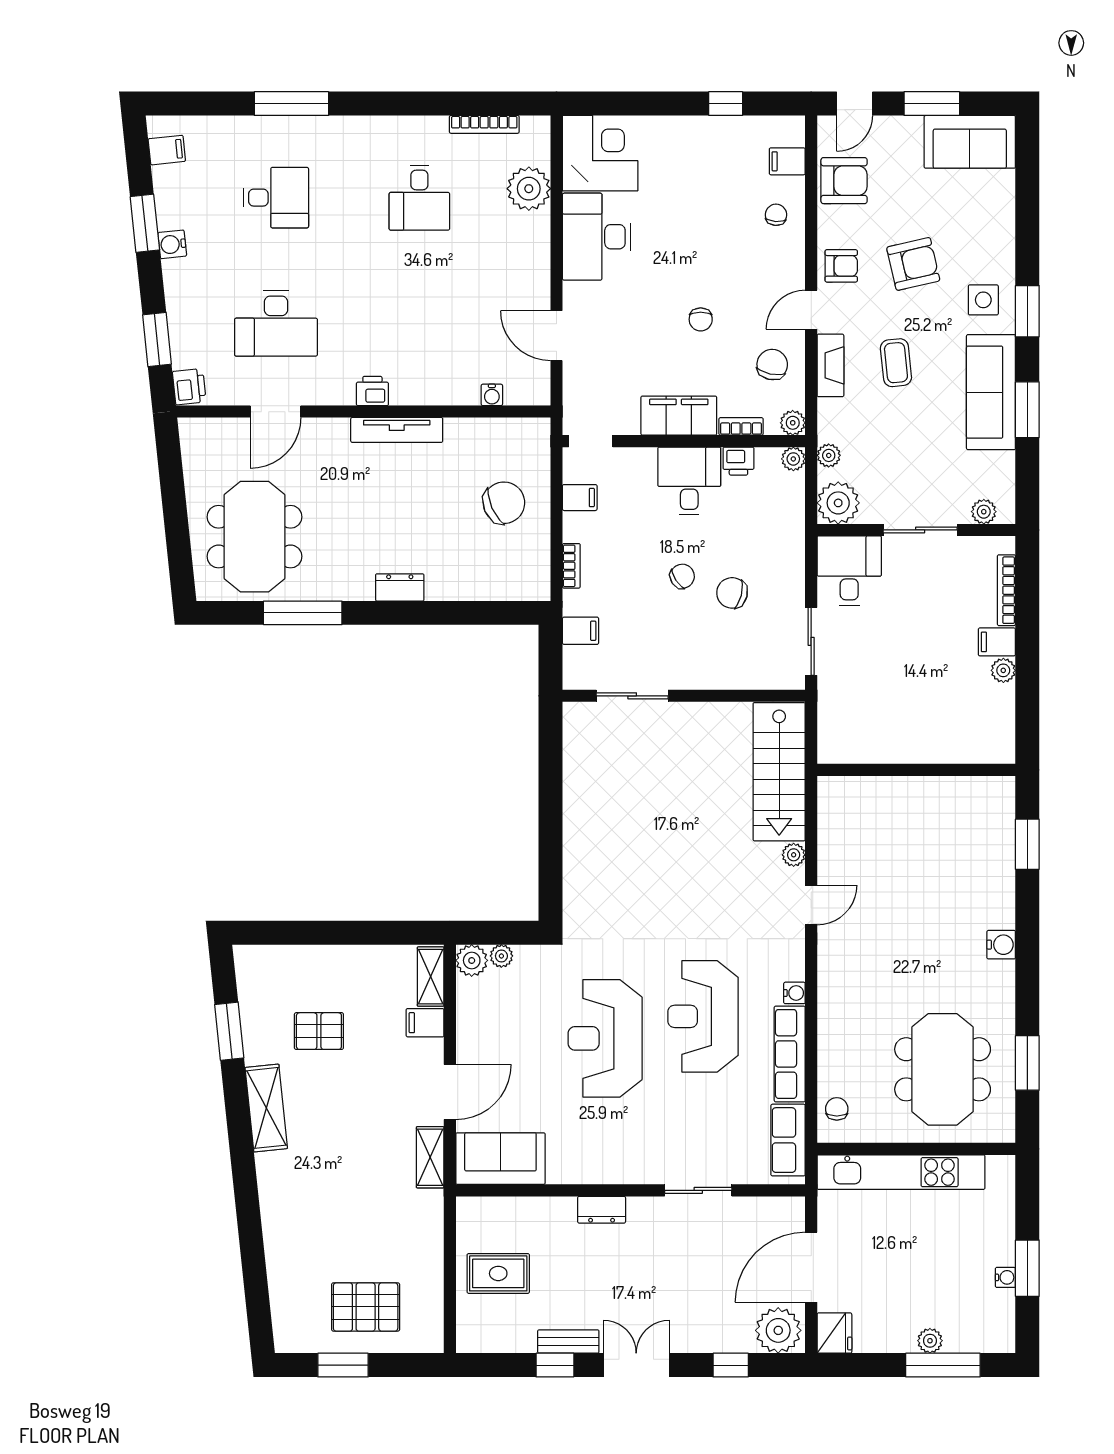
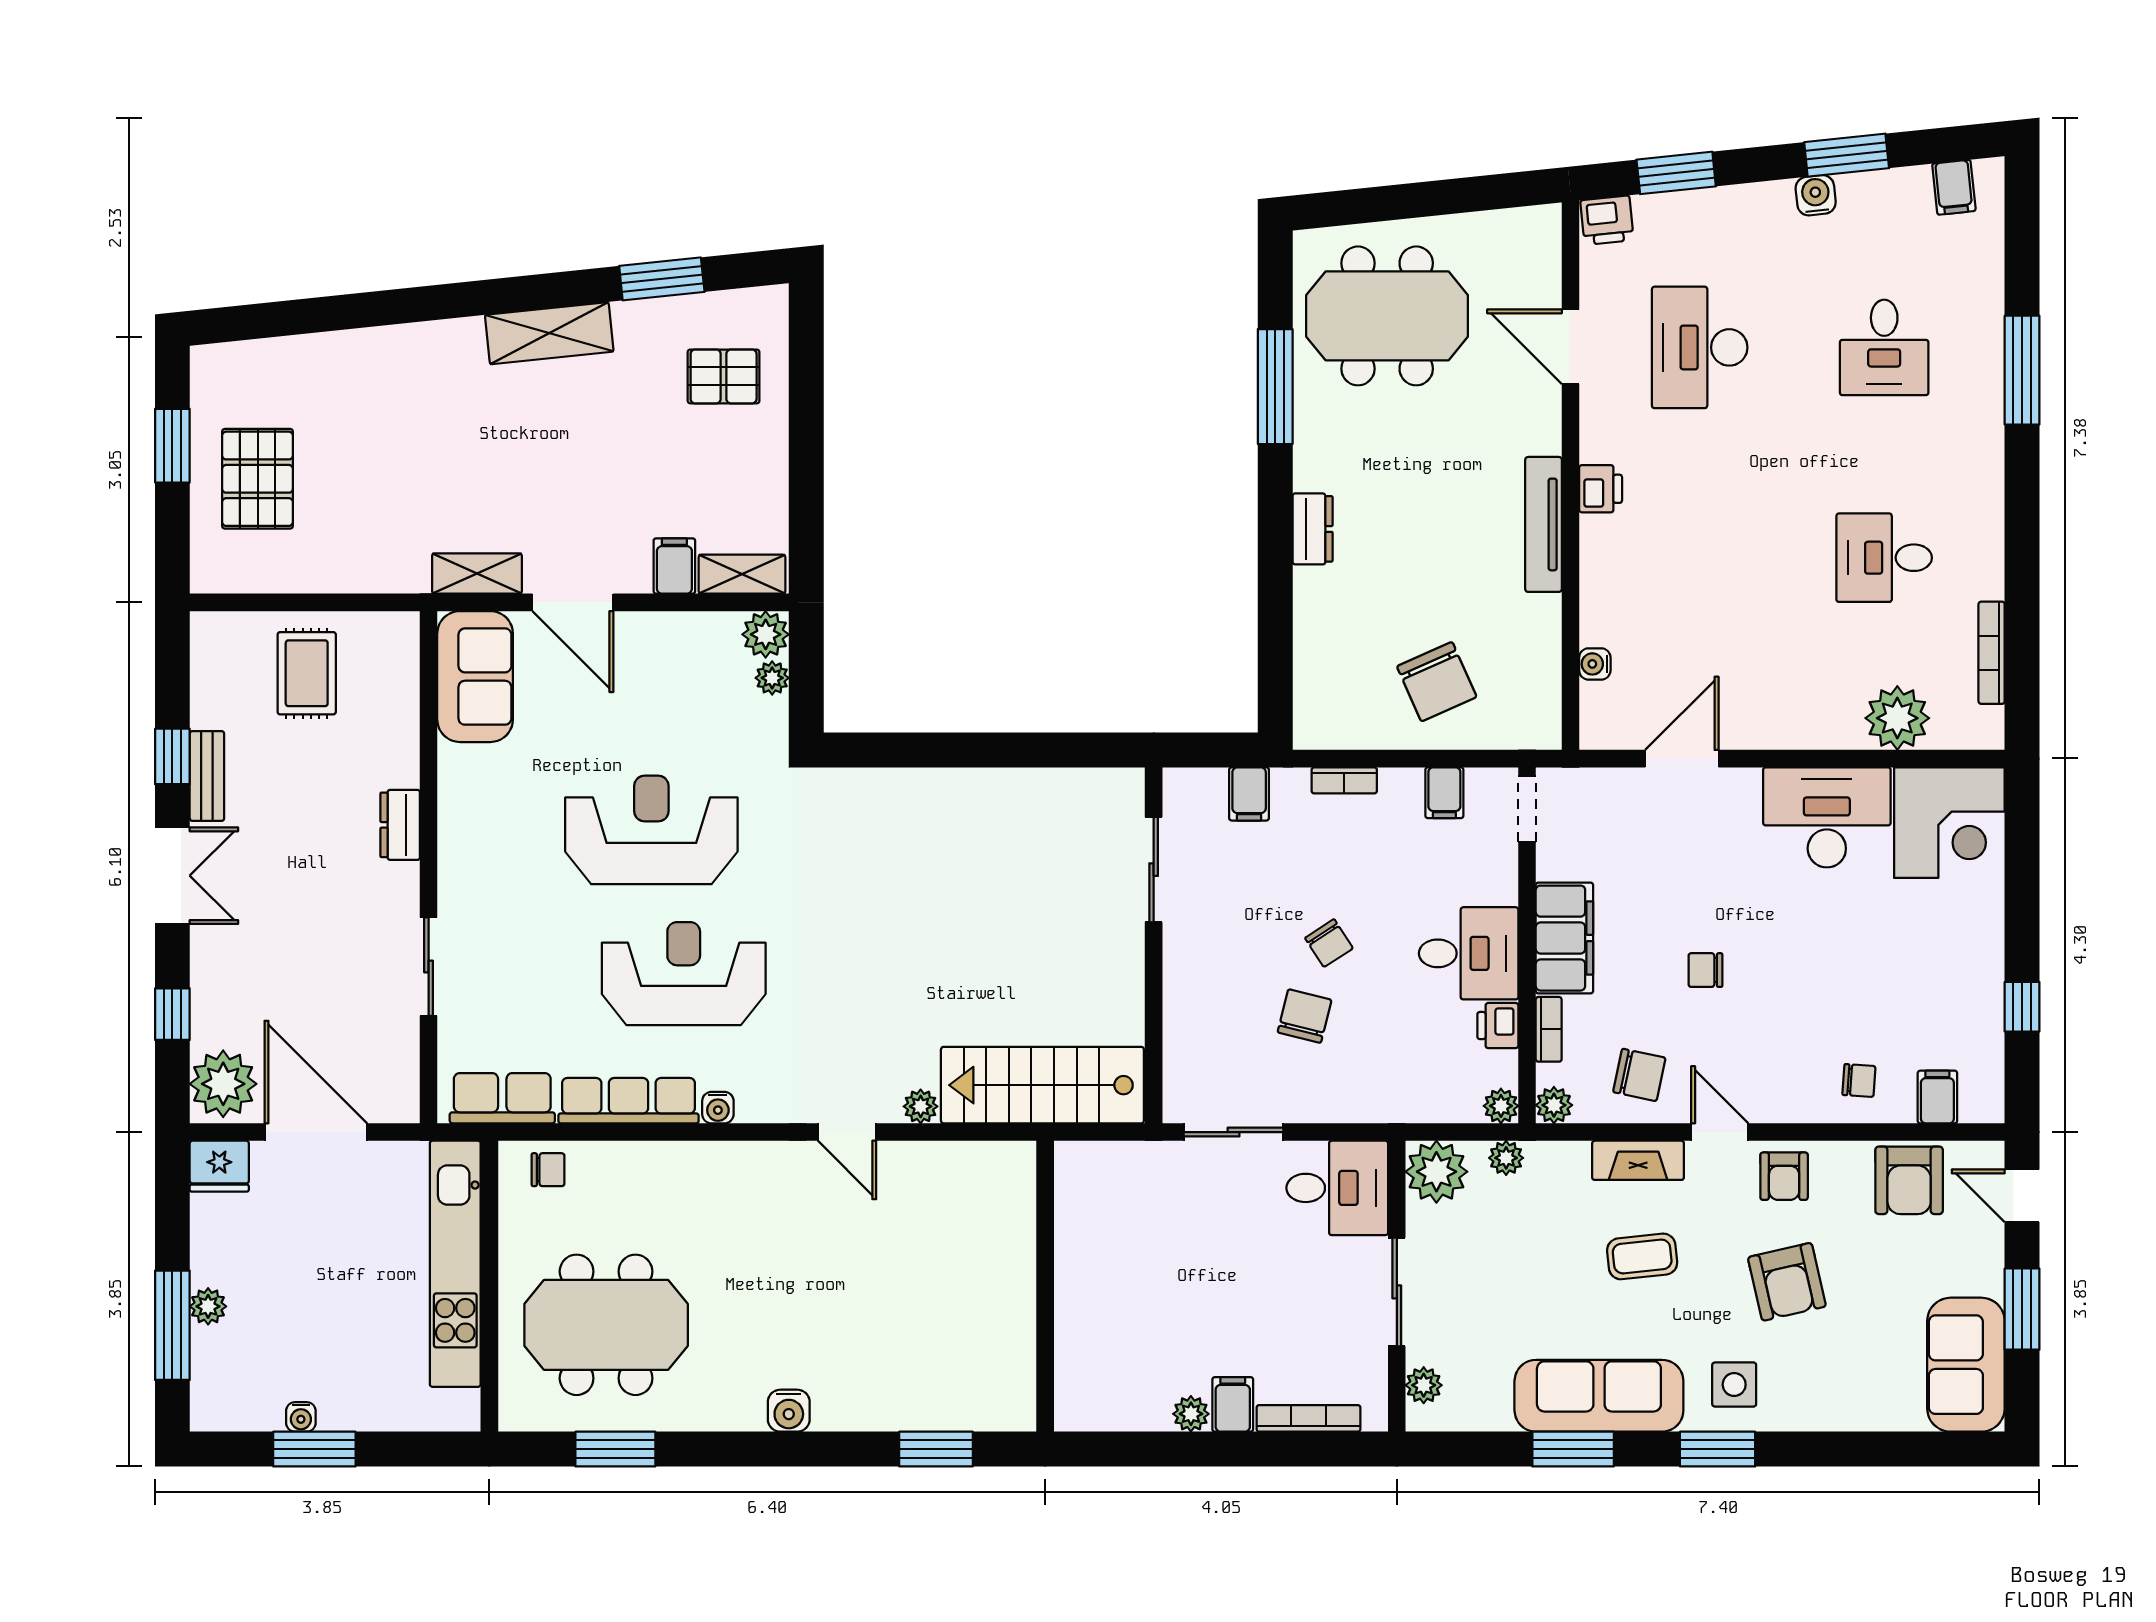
pallet: (319, 1031) -> (724, 376), moved, turned 90

